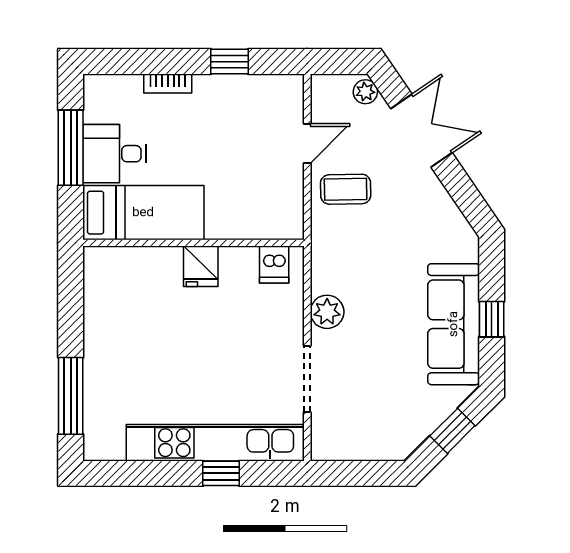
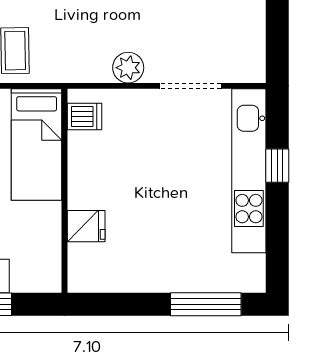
bed: (143, 213) -> (37, 145), moved, turned 180
fridge: (201, 266) -> (86, 226), moved

